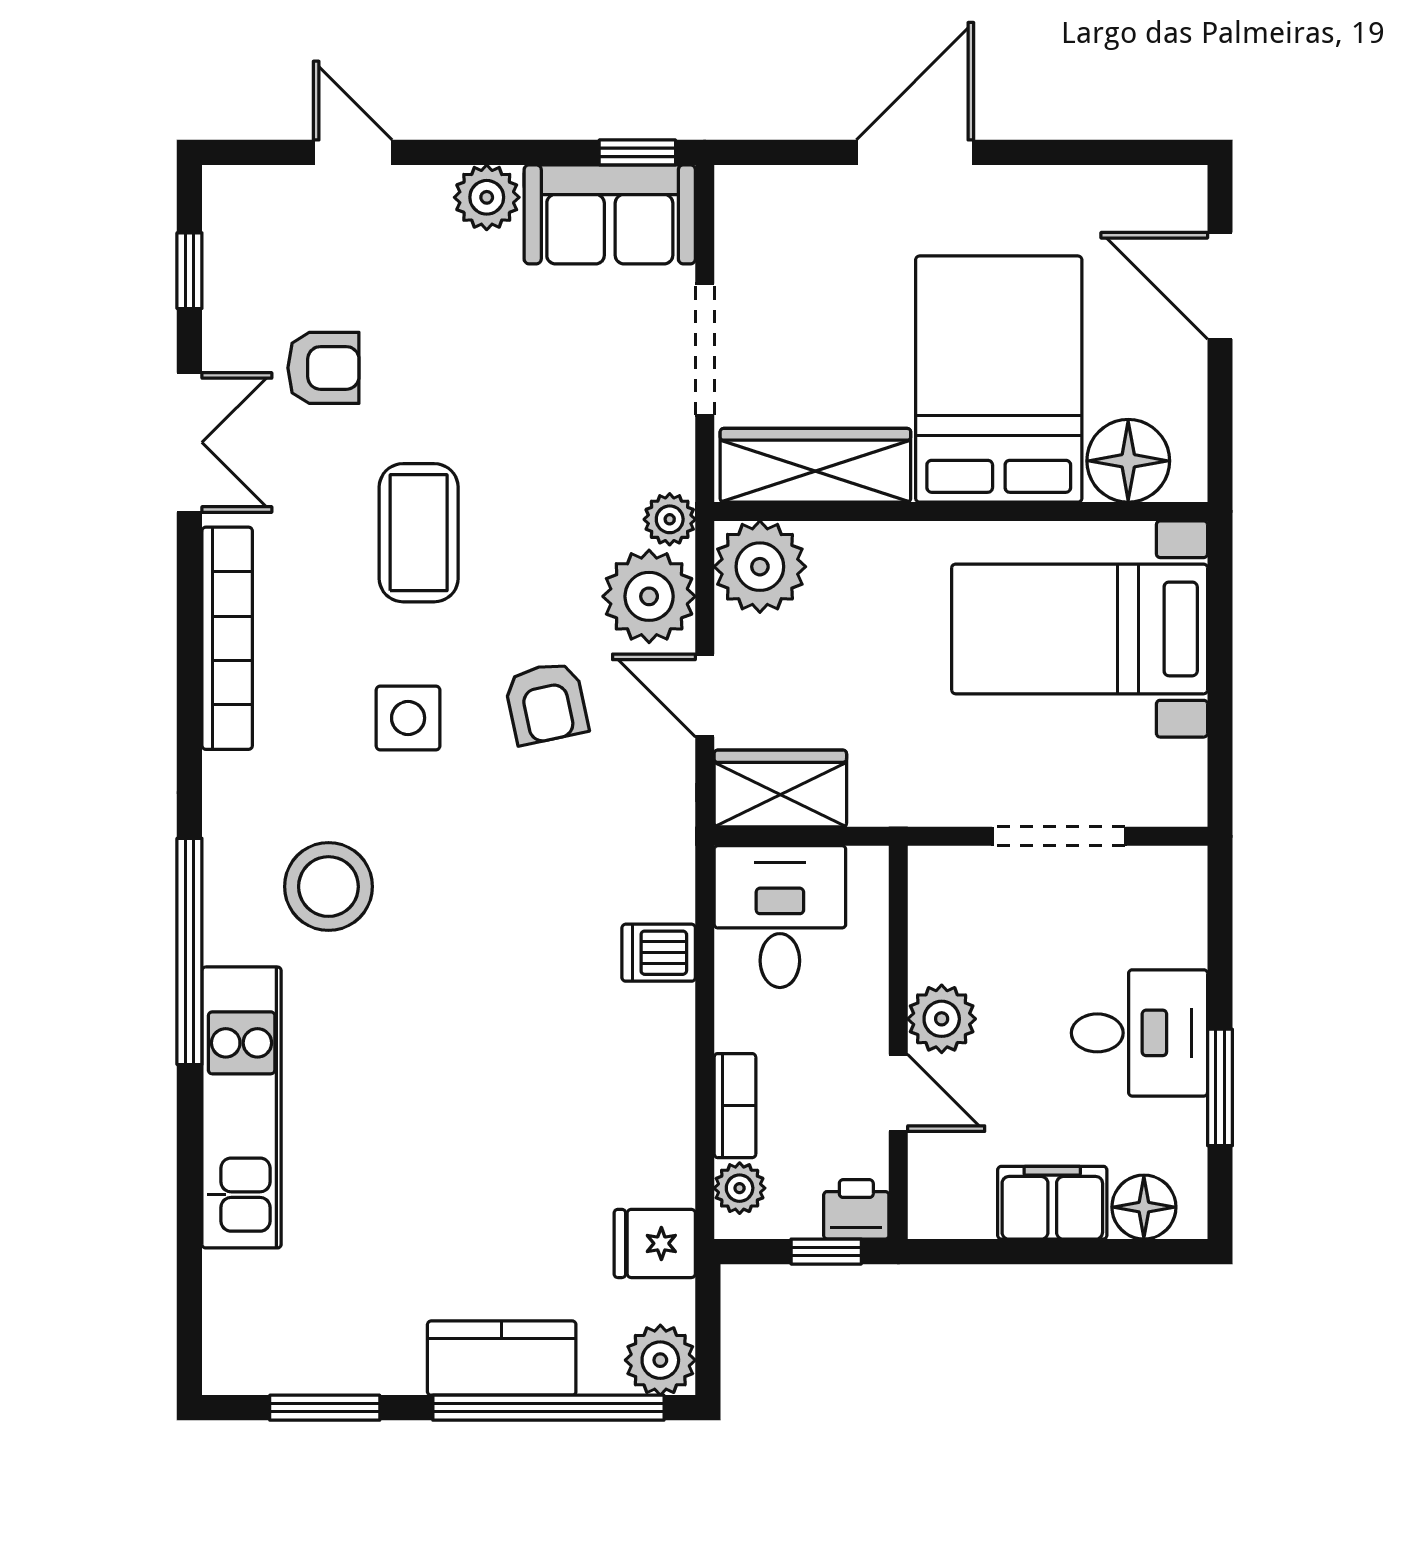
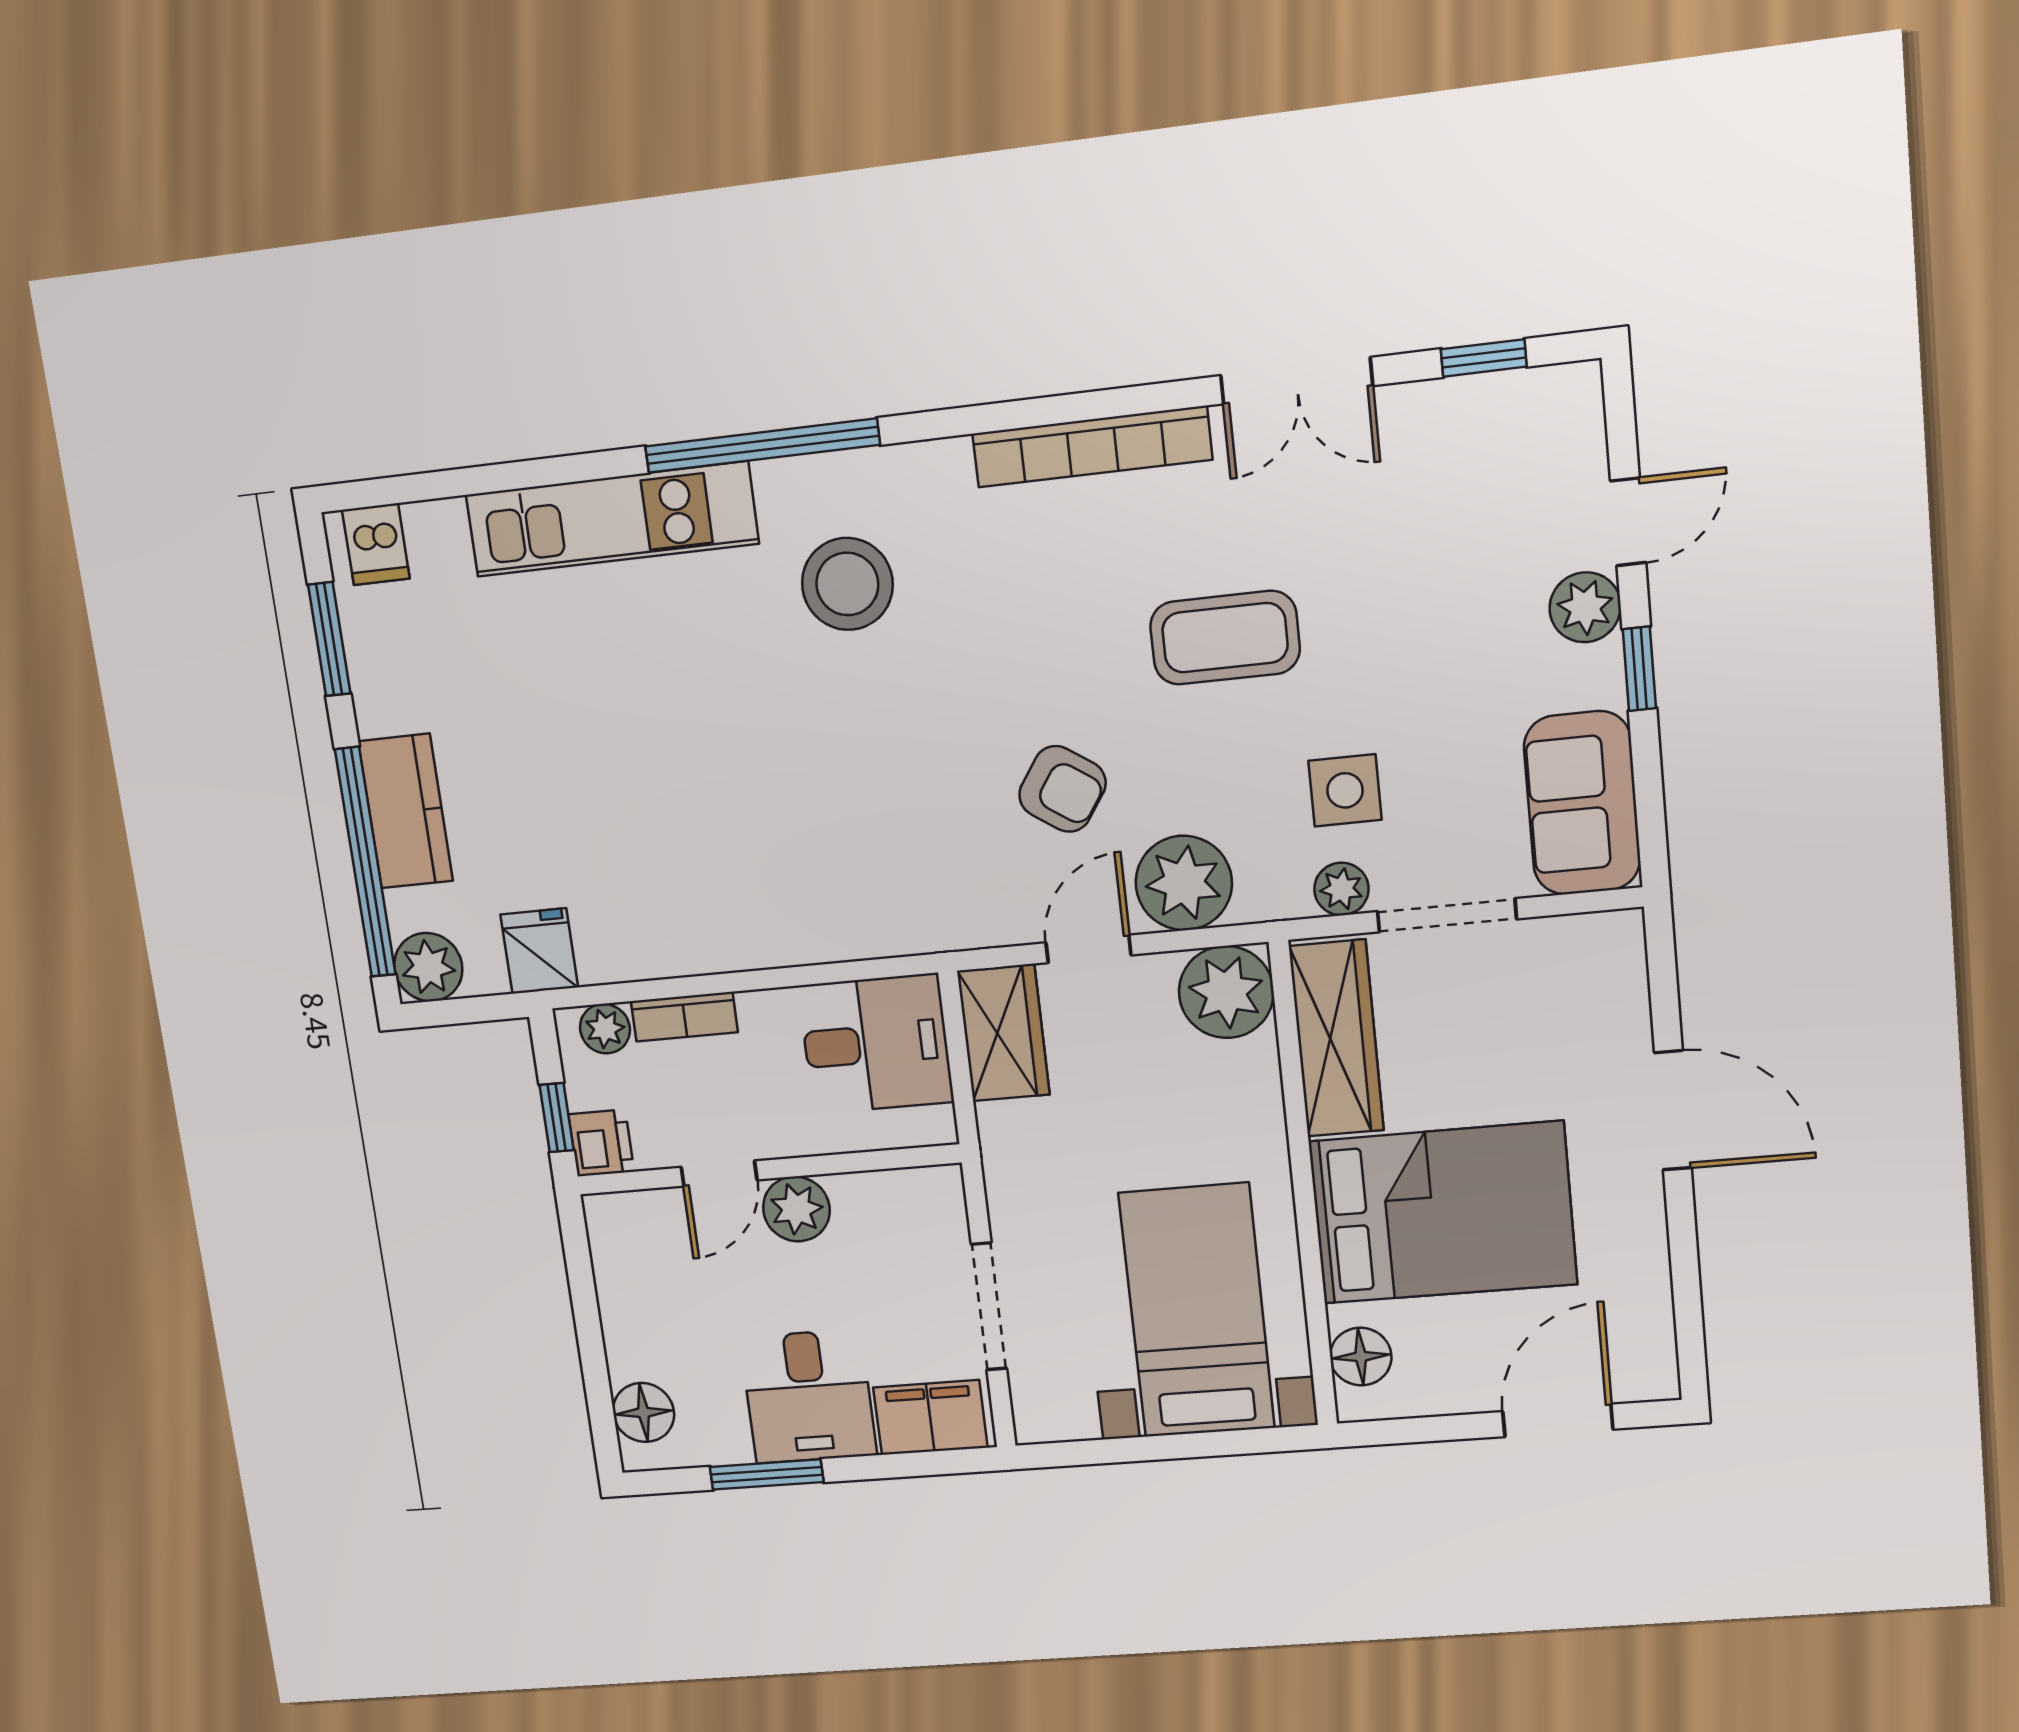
window: (637, 152) -> (1639, 669), moved
plant: (487, 197) -> (1585, 607), moved
armchair: (323, 368) -> (1391, 517), removed
floor lamp: (1128, 461) -> (1361, 1357), width x0.73, depth x0.73
plant: (670, 519) -> (1341, 889), moved
armchair: (546, 703) -> (1062, 789), turned -134
side table: (408, 718) -> (1345, 790), moved
dishwasher: (659, 953) -> (376, 544), moved, turned 180
filing cabinet: (1052, 1203) -> (930, 1417), moved, turned -90

